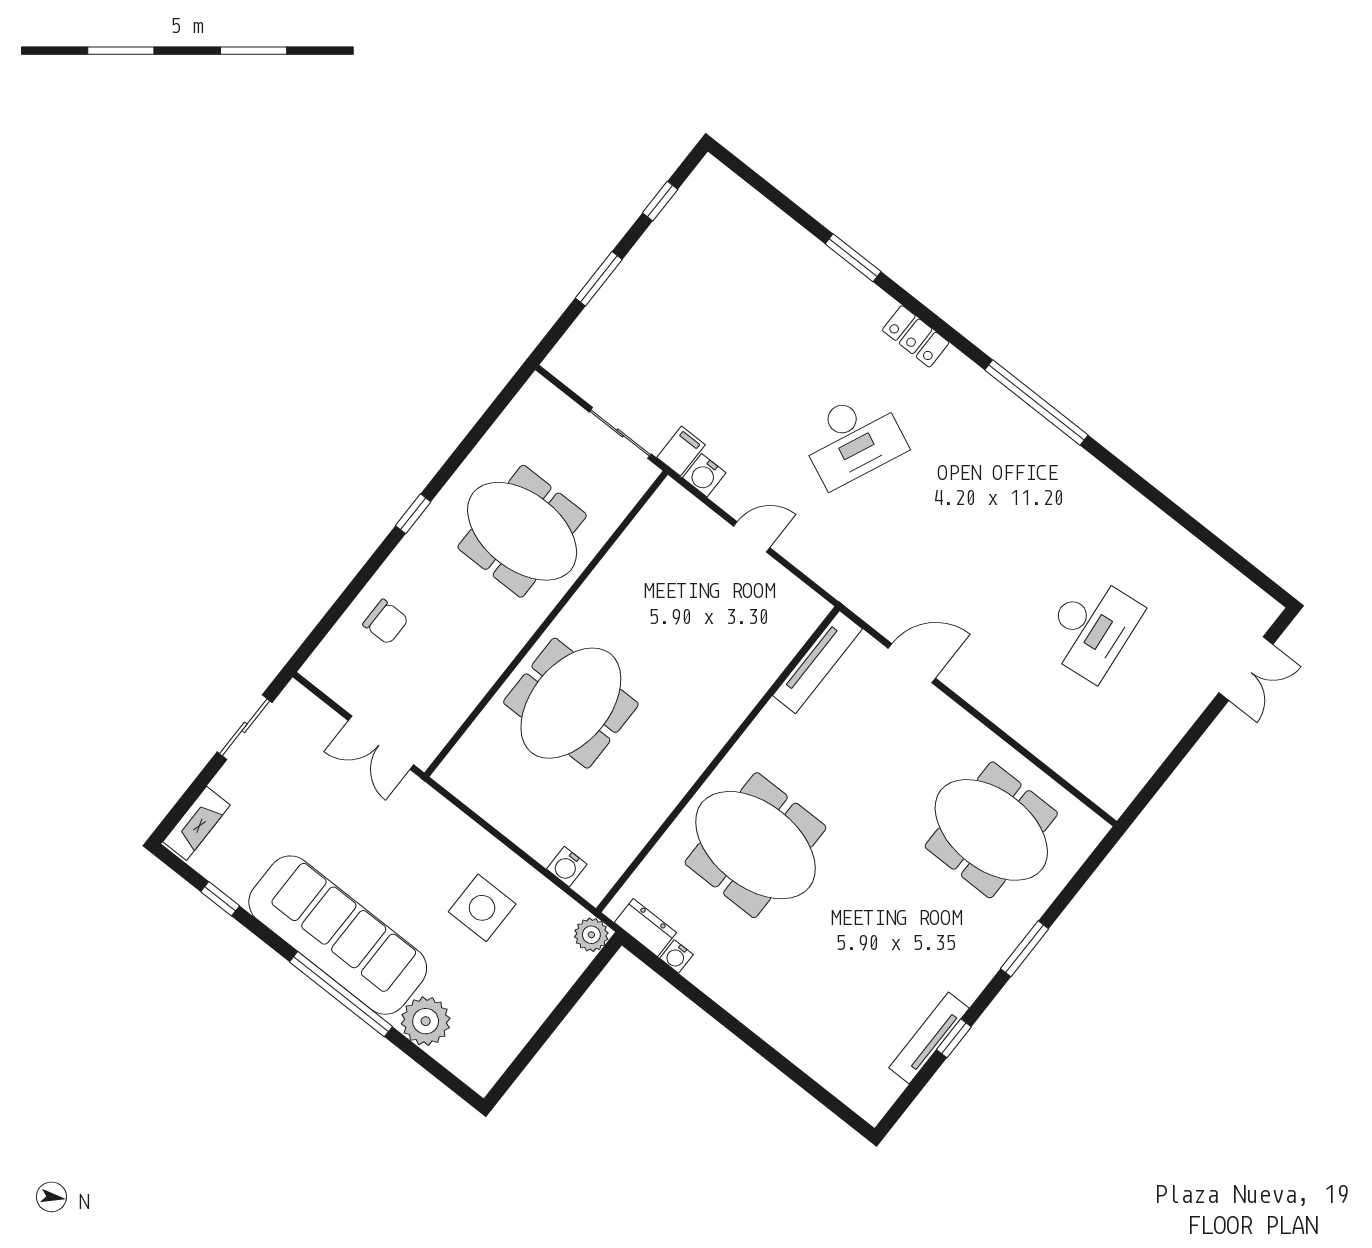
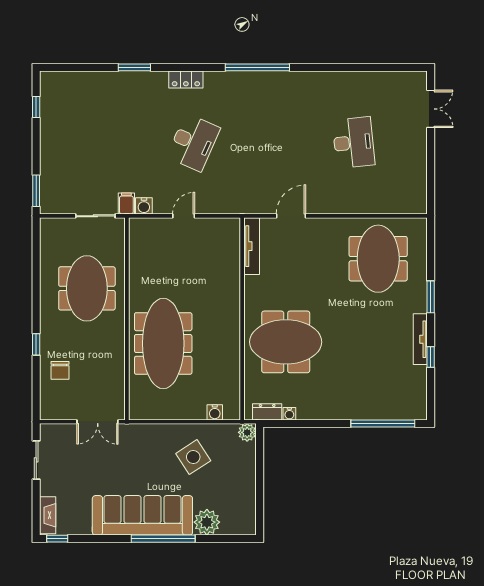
window: (599, 279) -> (36, 191), moved
window: (413, 514) -> (36, 344), moved
meeting table: (522, 531) -> (87, 288), turned 90
chair: (386, 622) -> (60, 370), turned 90
meeting table: (571, 703) -> (163, 343), width x1.36
meeting table: (991, 830) -> (378, 259), turned 90
window: (220, 899) -> (57, 539), moved
side table: (482, 908) -> (193, 457), turned -33
tv unit: (929, 1038) -> (420, 339), moved
window: (804, 1081) -> (383, 423), added

